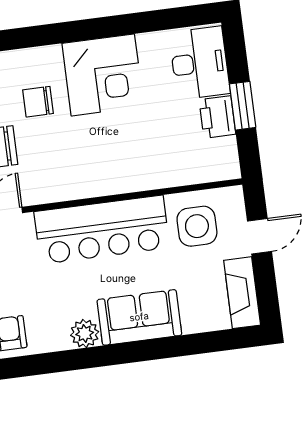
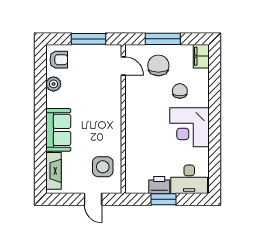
bar counter: (102, 230) -> (107, 116), removed
fireplace: (242, 293) -> (53, 171), moved, turned 90
plant: (85, 333) -> (54, 84), moved

